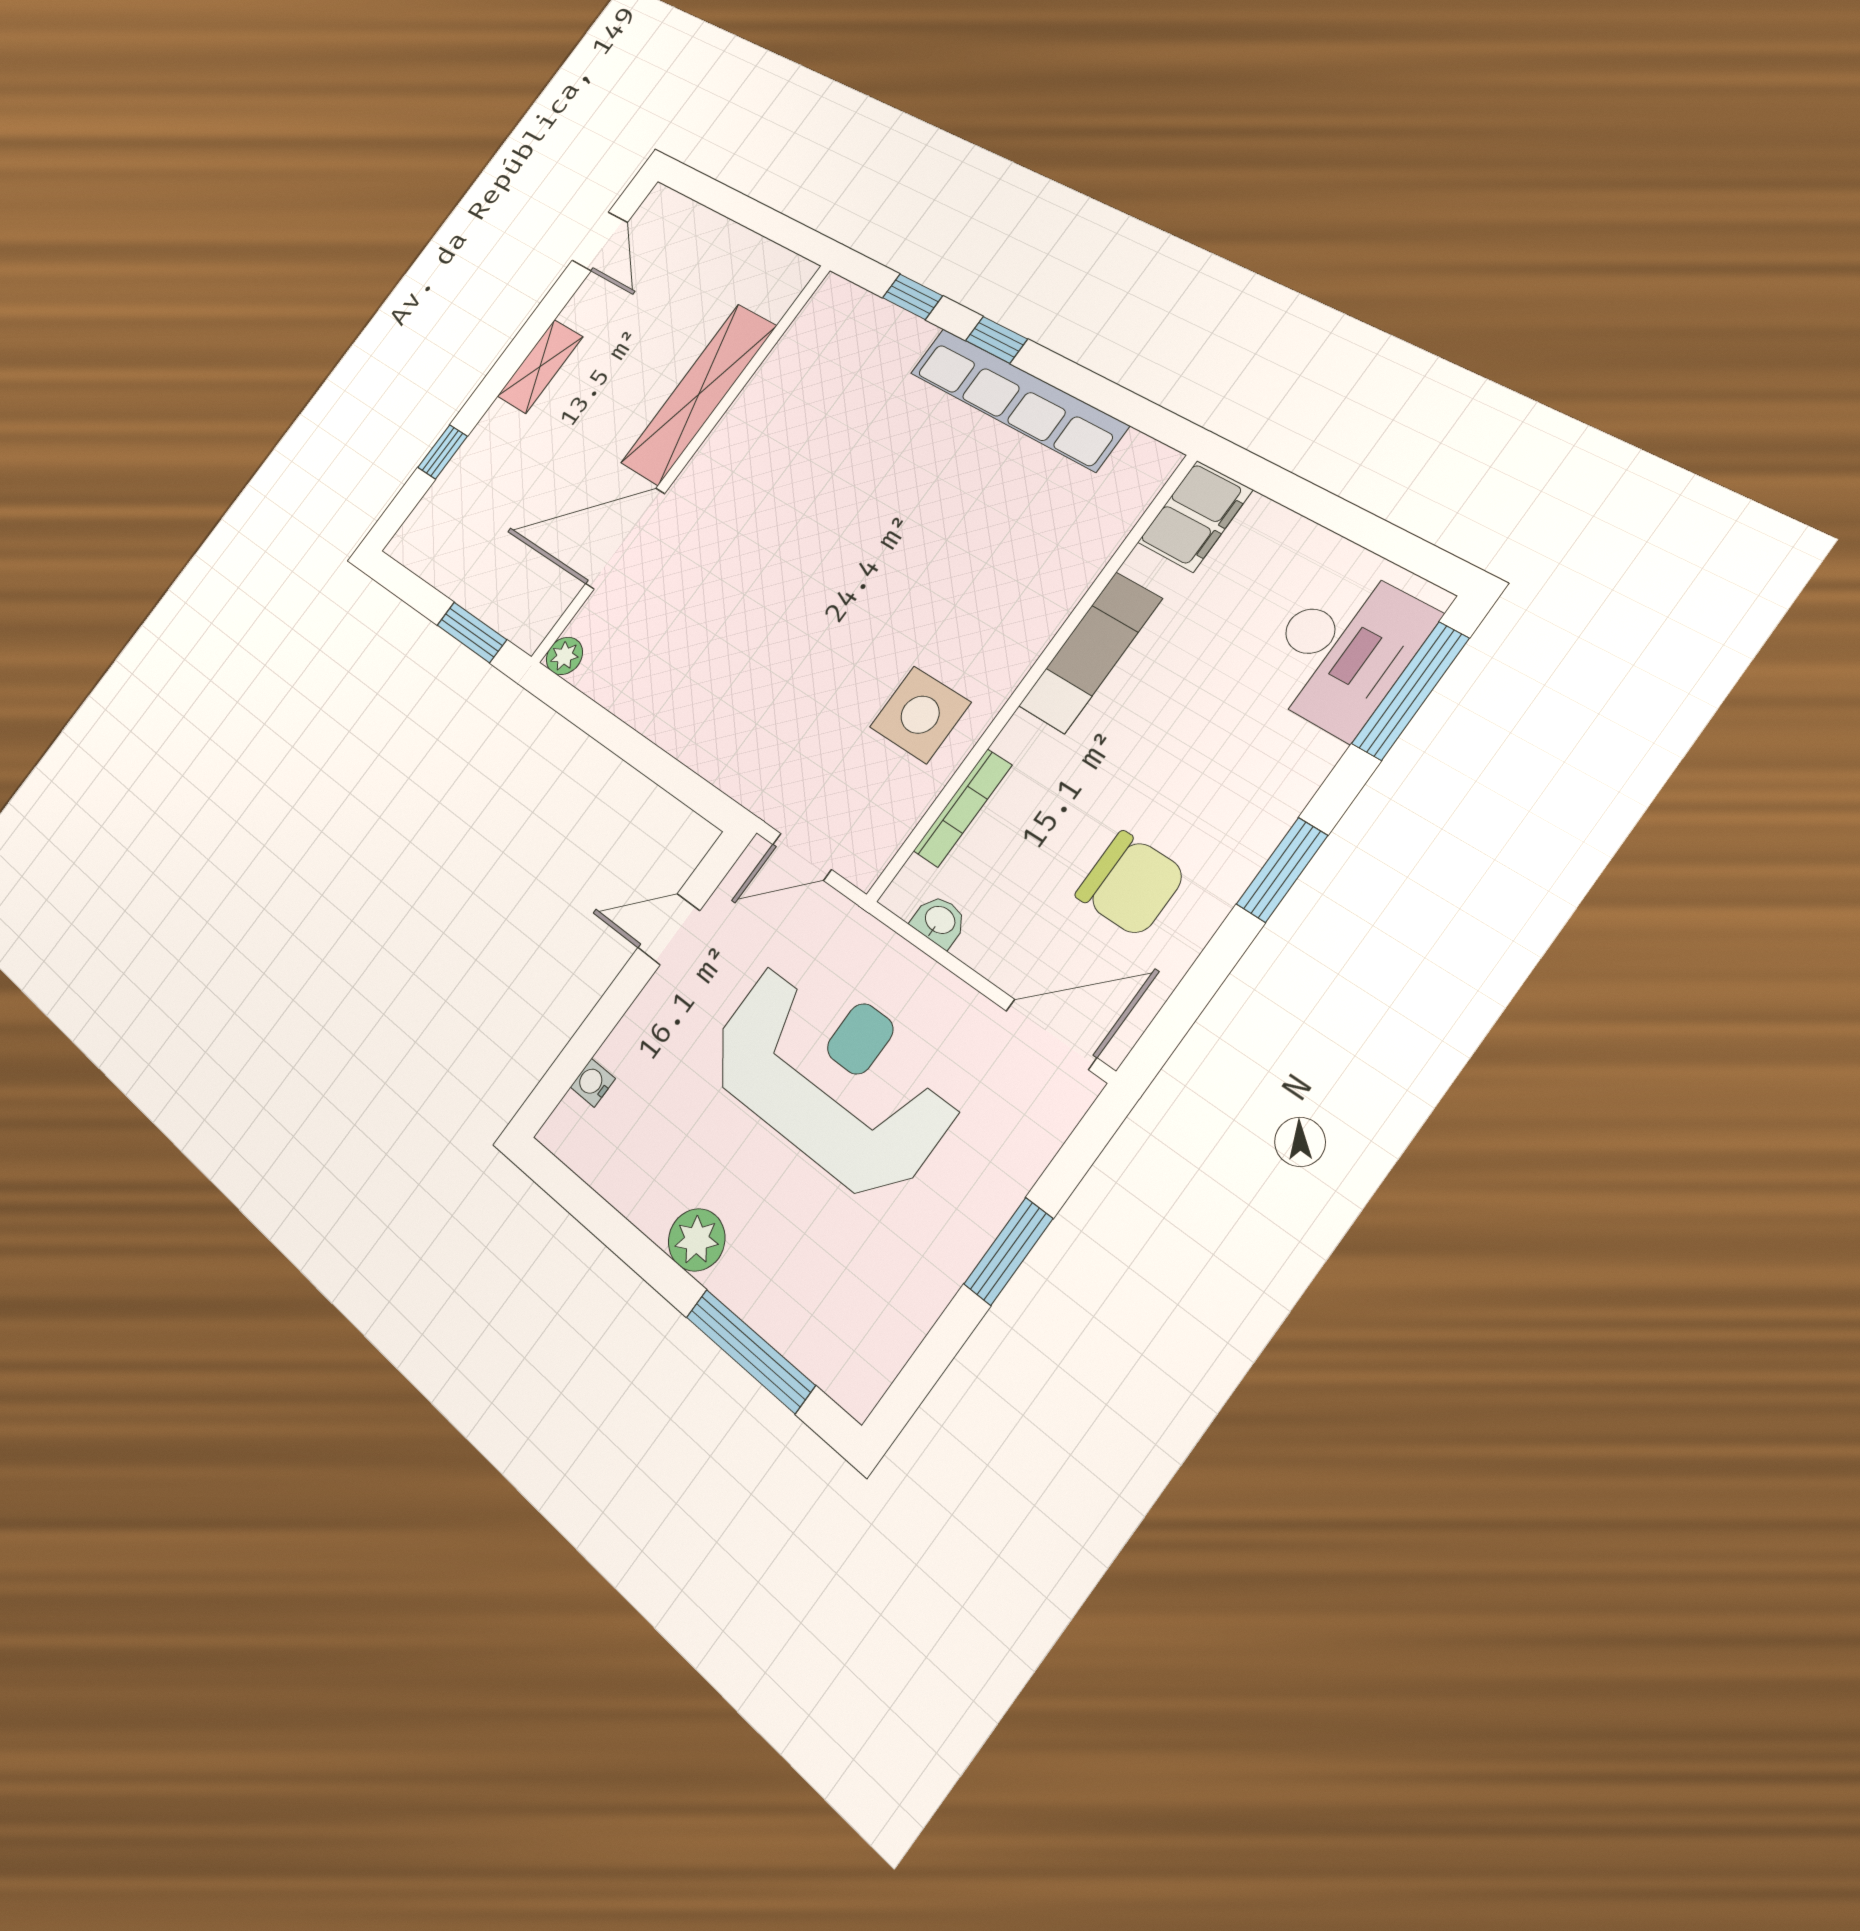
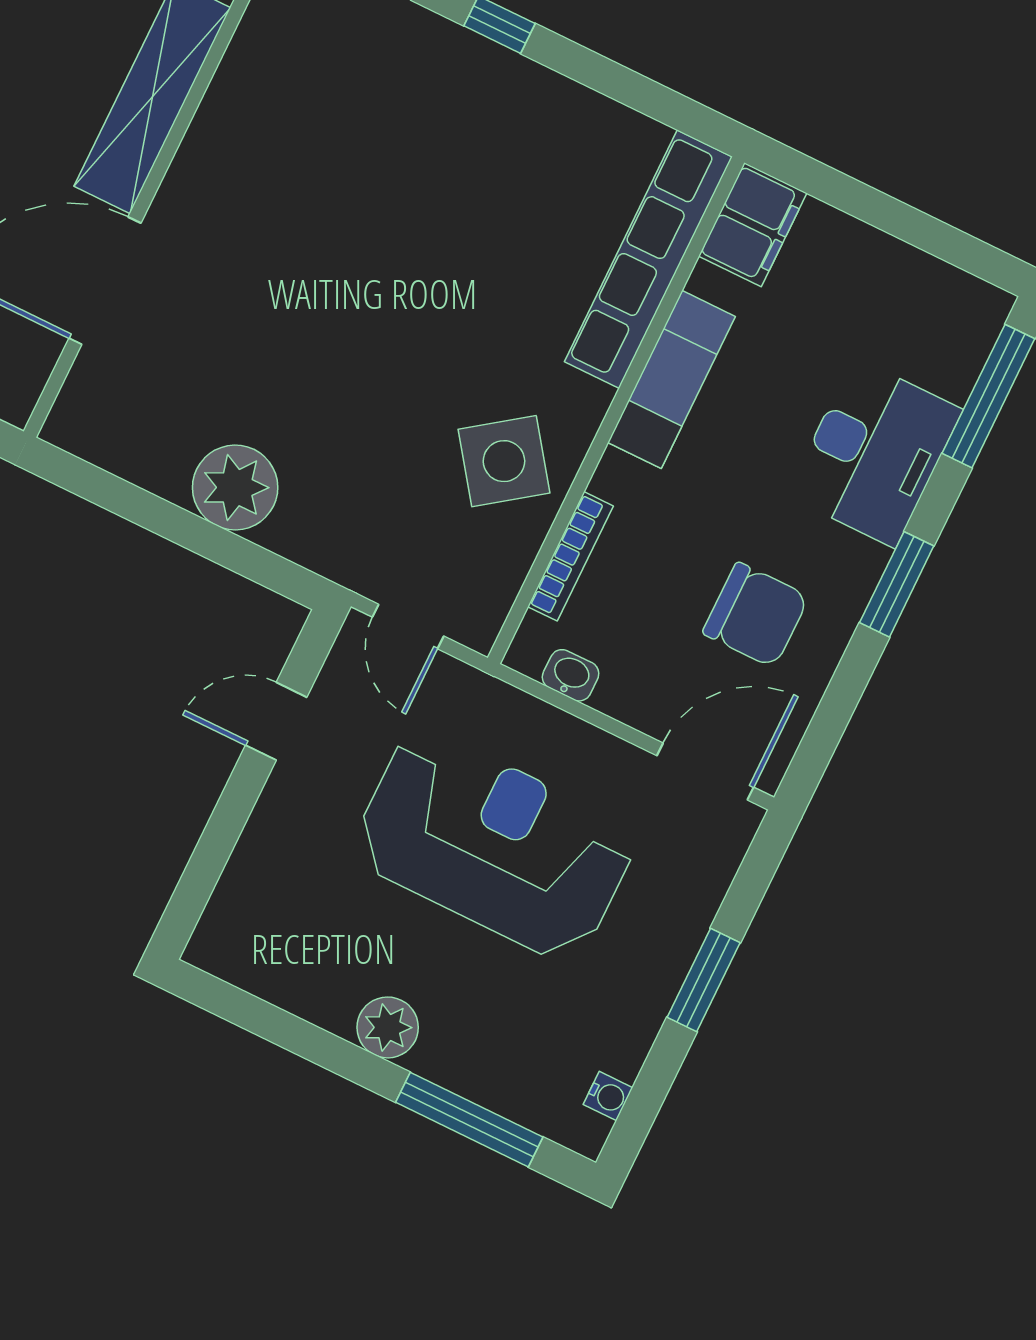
row of seats: (1018, 399) -> (648, 259), moved, turned 90
desk: (1343, 649) -> (875, 453), moved
plant: (564, 656) -> (235, 488), moved, width x1.88, depth x1.88
side table: (920, 715) -> (504, 461), turned -36
door: (802, 857) -> (408, 627), hinge flipped
water cooler: (593, 1083) -> (608, 1096), moved, turned 180

